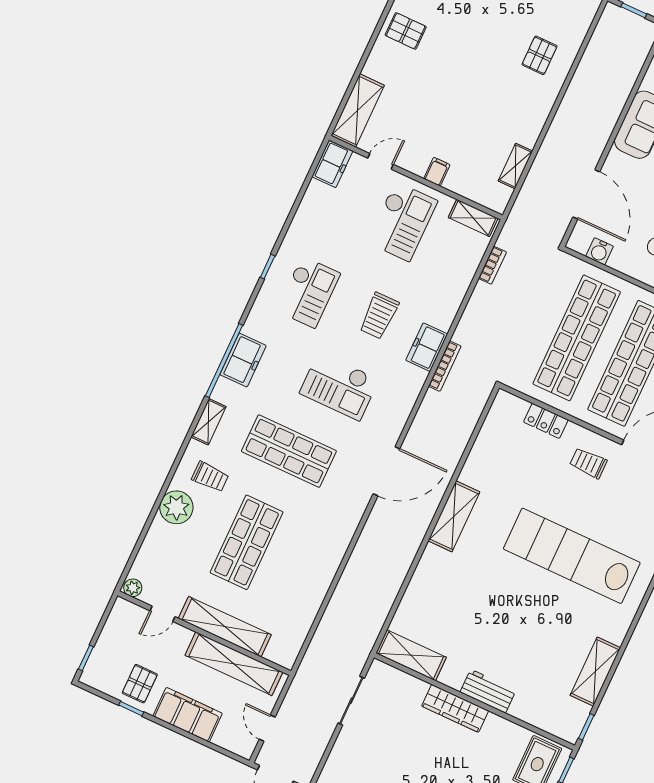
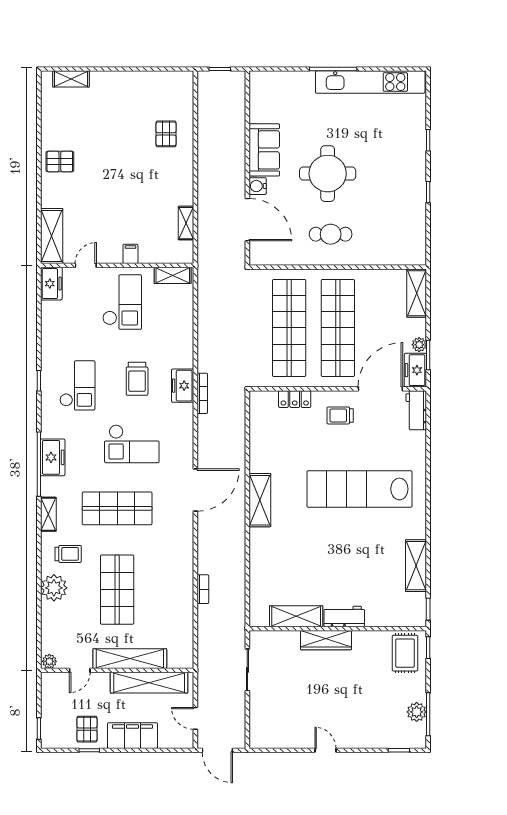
water cooler: (600, 251) -> (258, 186), moved, turned 90
bookcase: (492, 265) -> (203, 589), moved
shelving: (411, 655) -> (296, 616), moved

